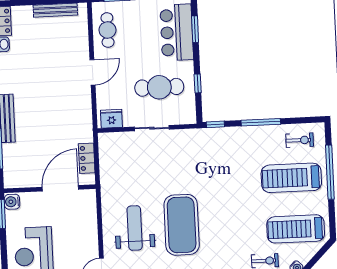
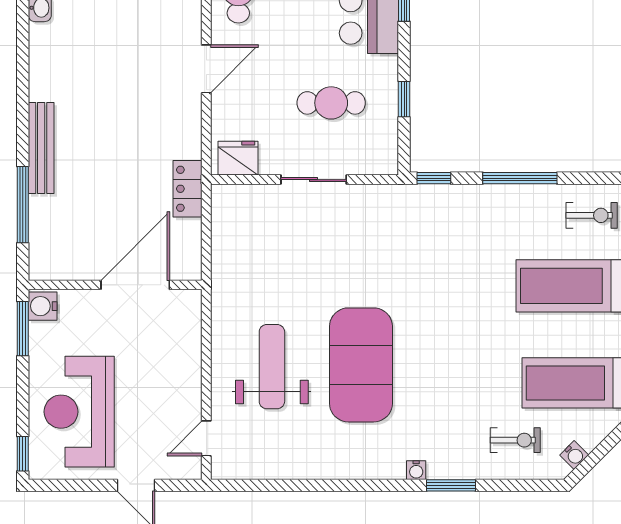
cafe table: (159, 87) -> (331, 103), width x0.73, depth x0.74
locker: (87, 158) -> (188, 189), moved

